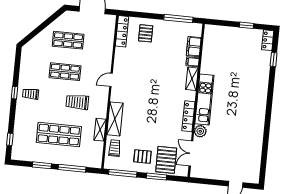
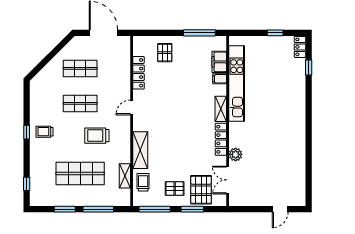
locker: (122, 31) -> (139, 73), moved
shelving: (192, 79) -> (221, 109), moved
kitchen unit: (204, 99) -> (237, 84), moved, width x1.36
shelving: (100, 130) -> (125, 176), moved

